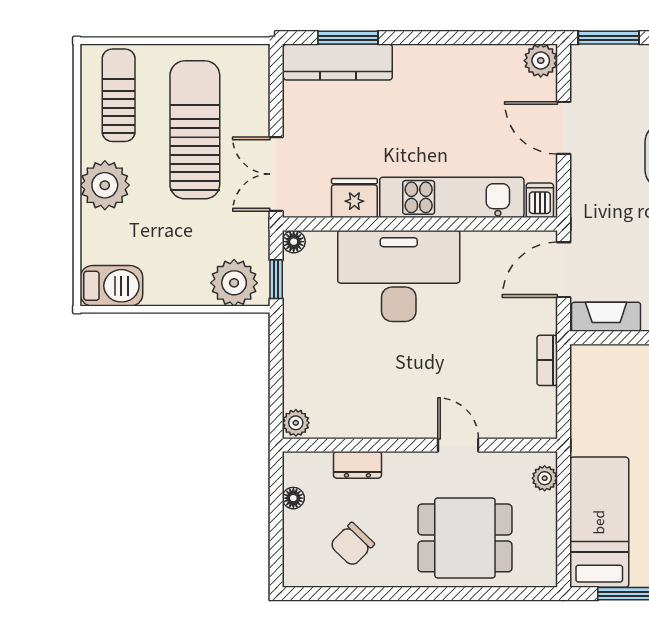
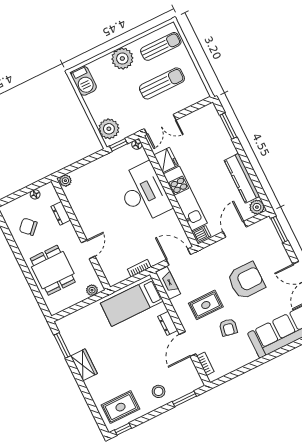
kitchen counter: (338, 62) -> (242, 178), moved
sun lounger: (195, 130) -> (162, 83), width x0.73, depth x0.75
double door: (276, 174) -> (160, 124), swing flipped
bed: (599, 522) -> (132, 302), moved, turned 180

